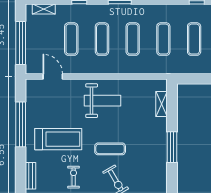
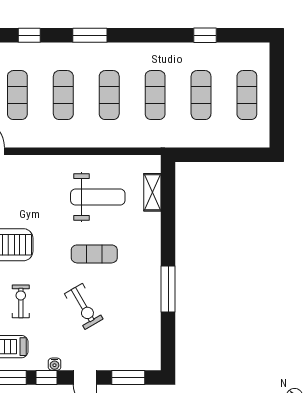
weight bench: (102, 101) -> (98, 197), moved
window: (172, 147) -> (168, 289), moved
exercise mat: (110, 149) -> (94, 254), moved

